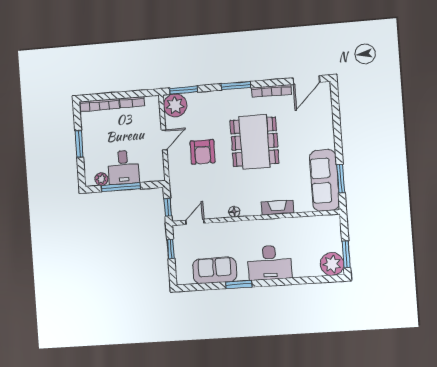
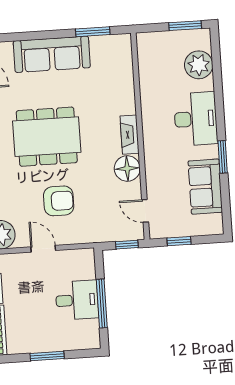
plant: (101, 179) -> (91, 328), removed
sofa: (324, 180) -> (52, 54), moved
fireplace: (278, 208) -> (130, 135), moved
floor lamp: (234, 212) -> (127, 169), width x1.89, depth x1.89
plant: (332, 264) -> (199, 65), moved

